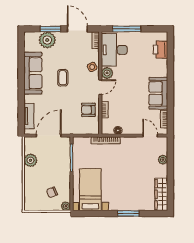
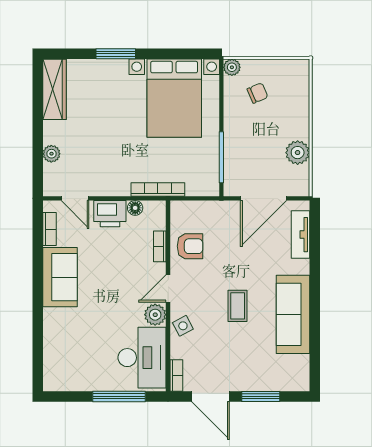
plant: (47, 40) -> (266, 376), removed
printer: (160, 50) -> (110, 214), moved, turned 90
bed with nightstands: (90, 190) -> (174, 98), width x1.36

